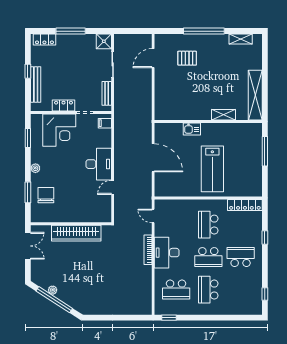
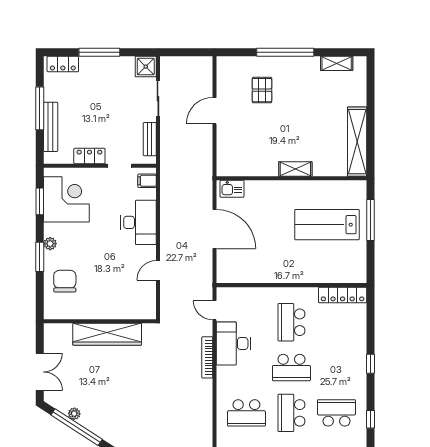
door: (153, 58) -> (215, 111), moved
pallet: (187, 58) -> (262, 90), turned 90
window: (28, 71) -> (40, 108), width x2.17
shelving: (223, 115) -> (295, 169), moved
kitchen sink: (192, 129) -> (232, 189), moved
corner desk: (59, 130) -> (66, 199), moved, turned -90
desk: (99, 164) -> (139, 222), moved
lab bench: (212, 169) -> (327, 225), moved, turned 90
window: (28, 192) -> (40, 257), moved
window: (265, 238) -> (370, 364), moved
double door: (28, 246) -> (40, 372), moved
desk: (167, 253) -> (233, 343), moved
school desk: (241, 257) -> (336, 413), moved

